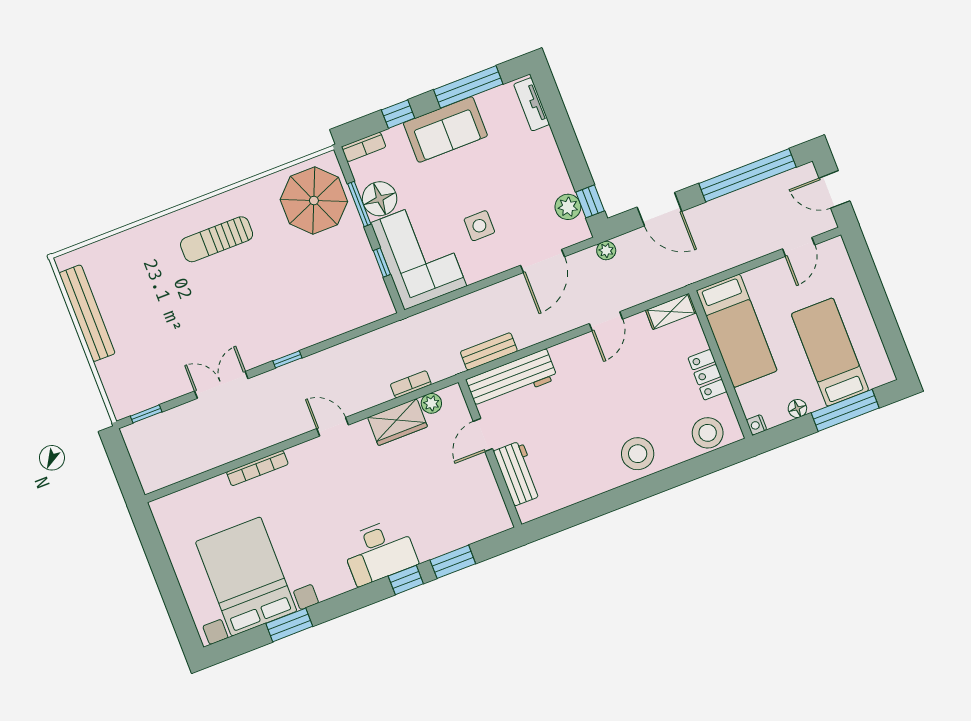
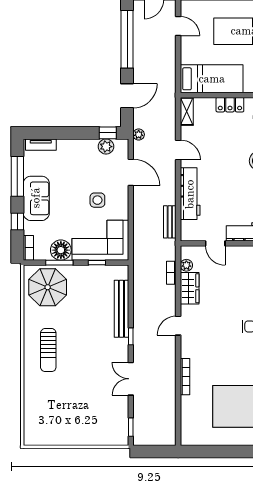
bench: (87, 313) -> (121, 309), moved, turned 90
workbench: (512, 379) -> (190, 194), moved

